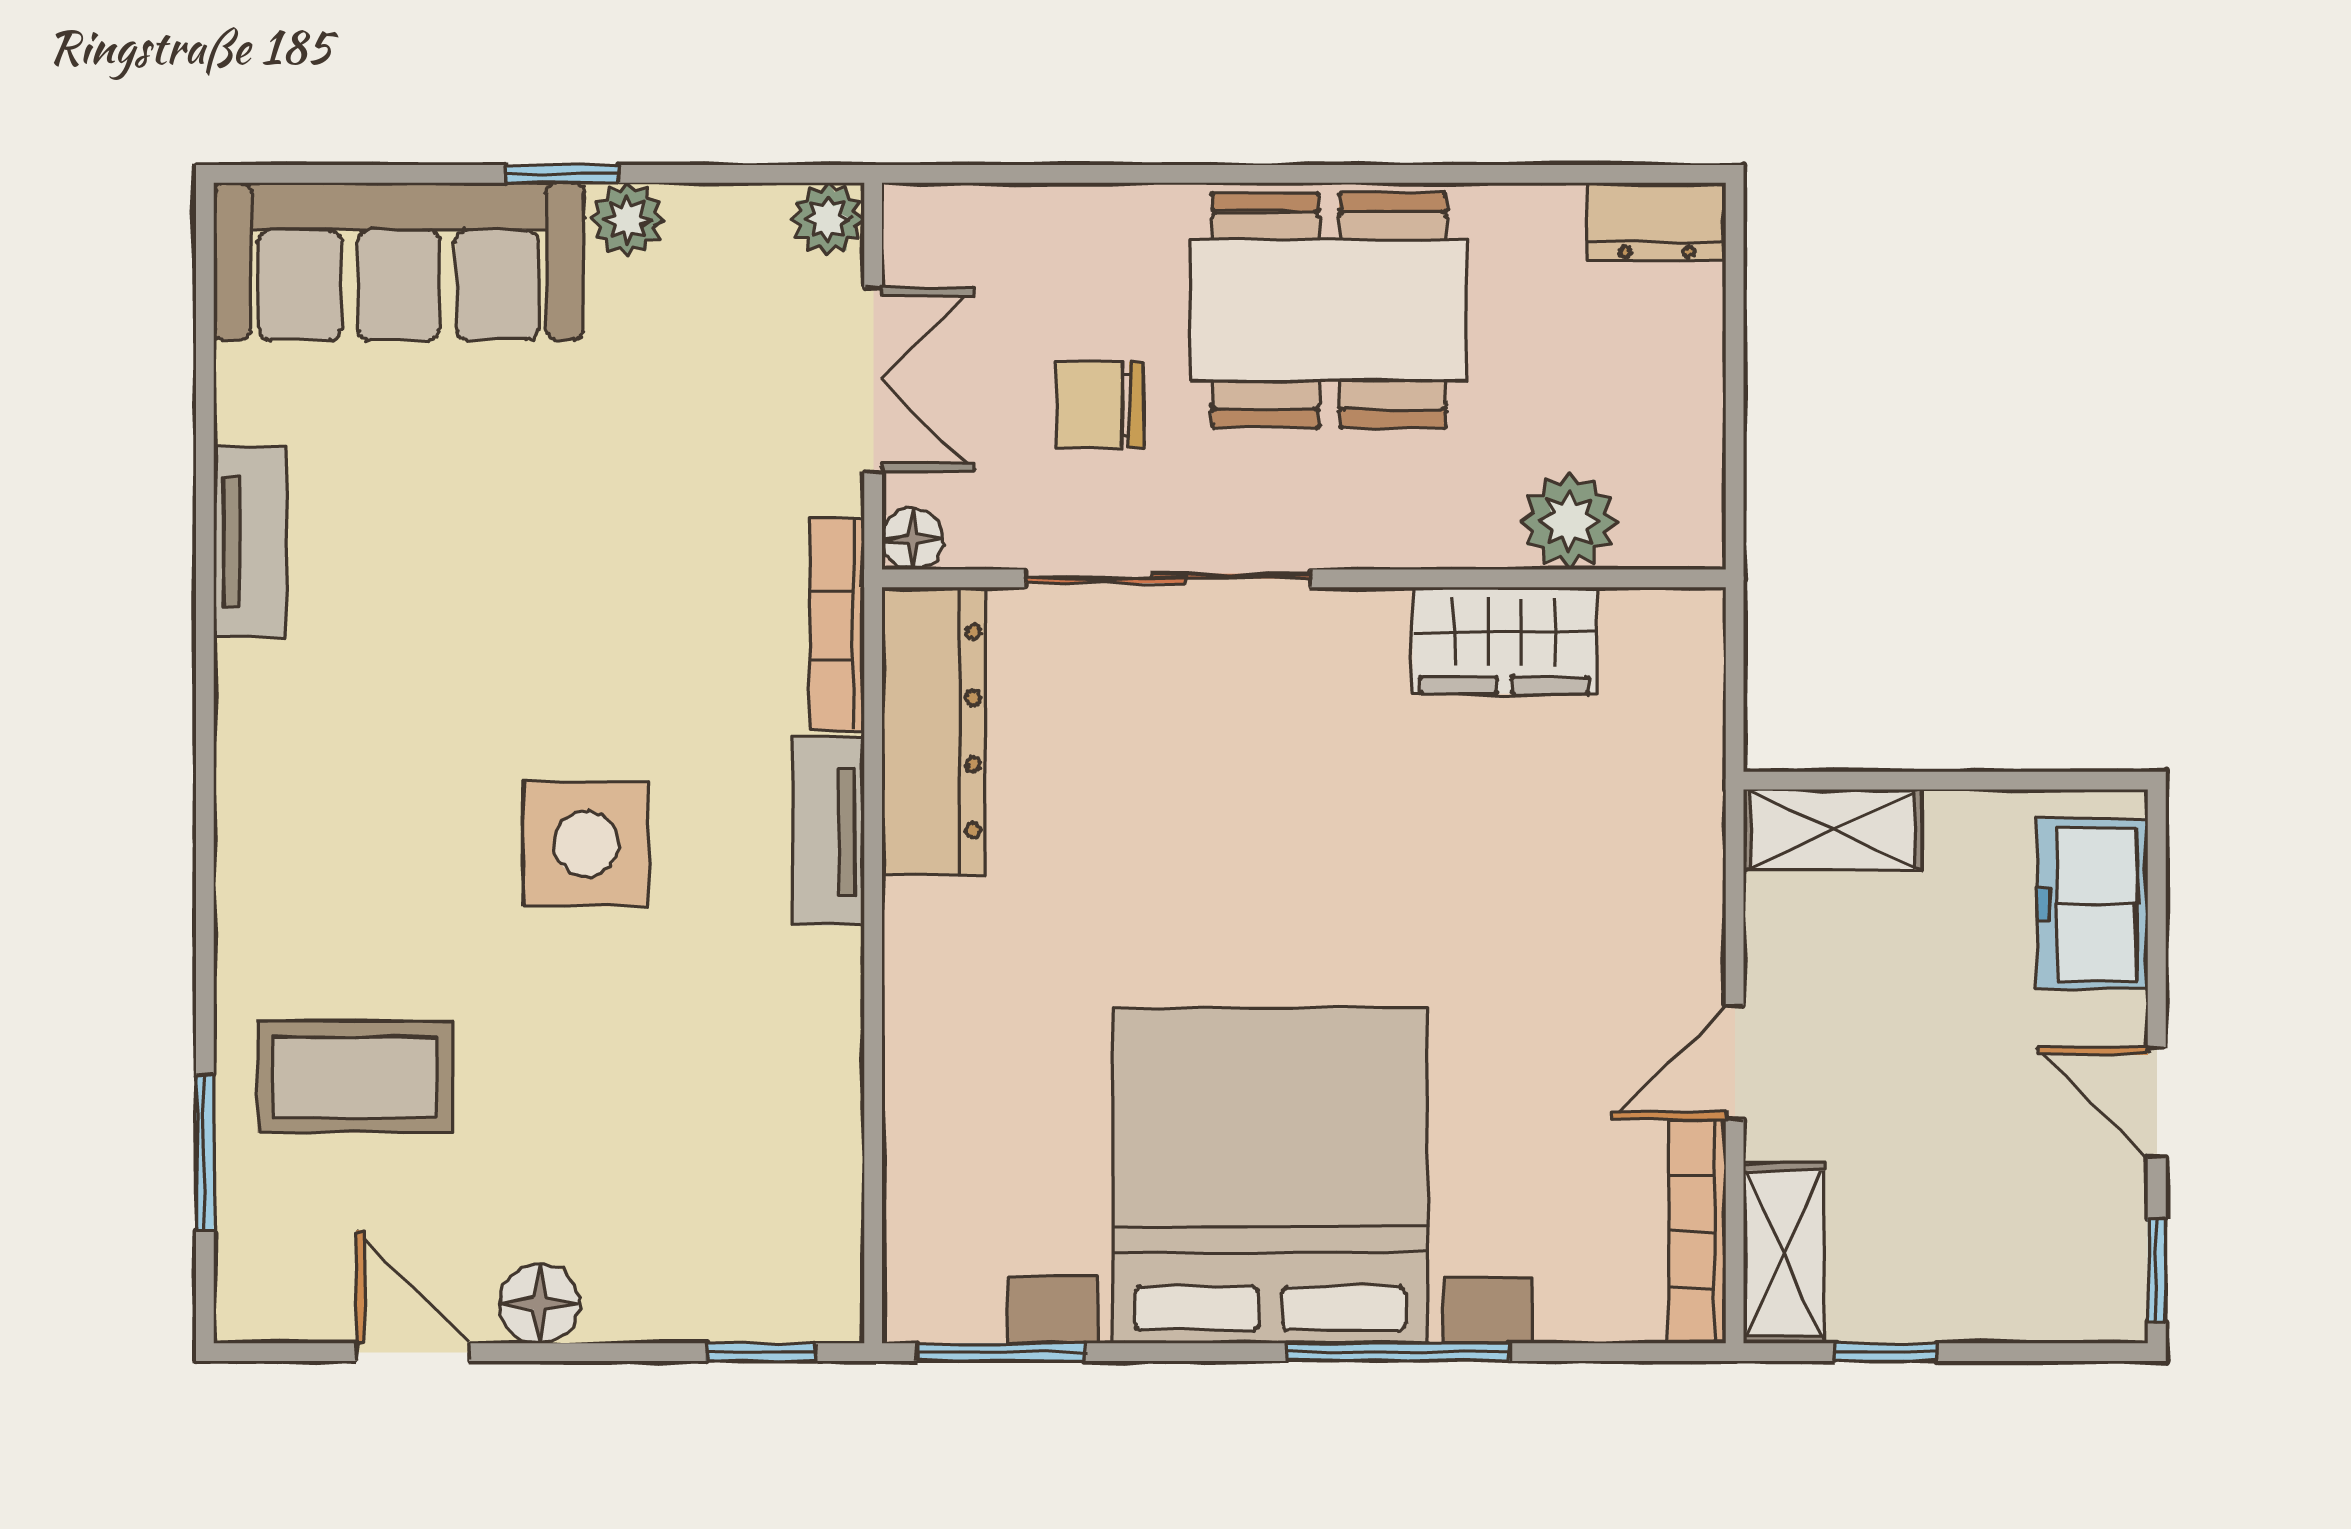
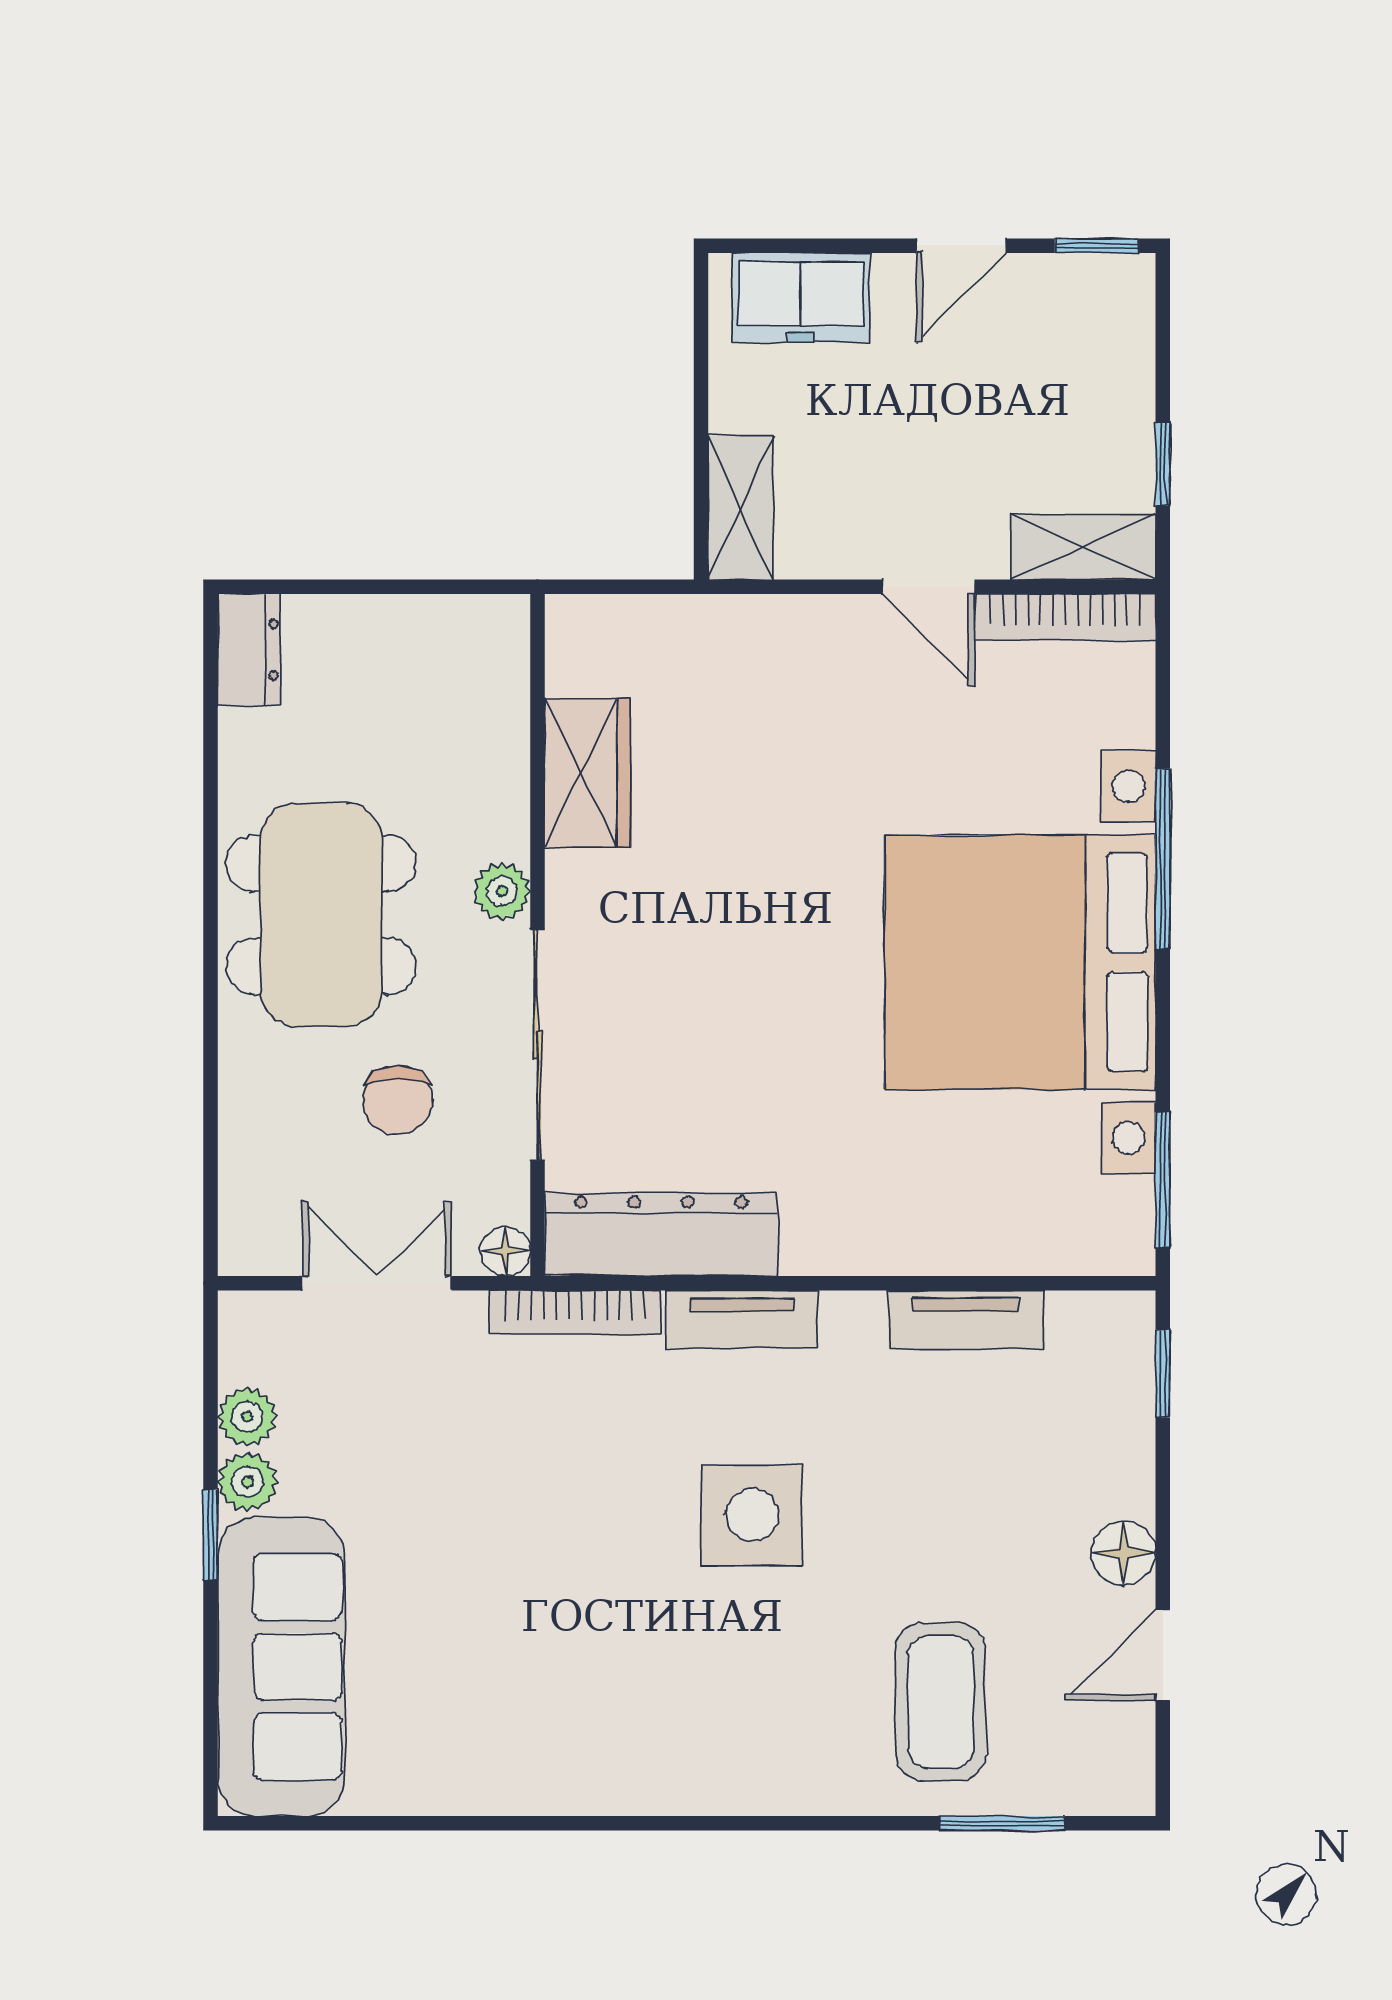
plant: (828, 219) -> (247, 1417), moved
plant: (1569, 521) -> (502, 891), moved, width x0.73, depth x0.73
tv unit: (250, 542) -> (966, 1320), moved, turned 180

